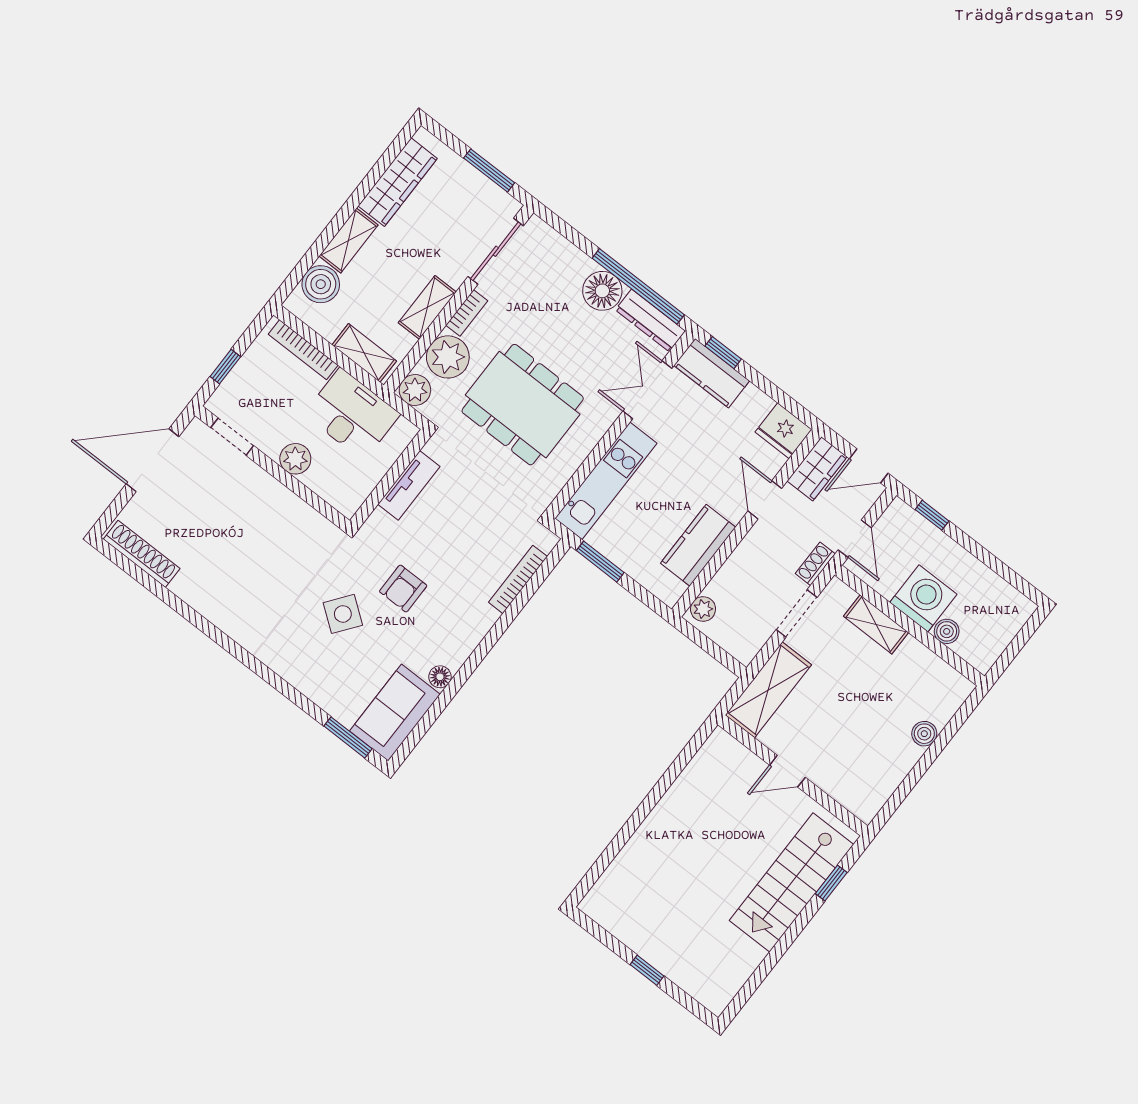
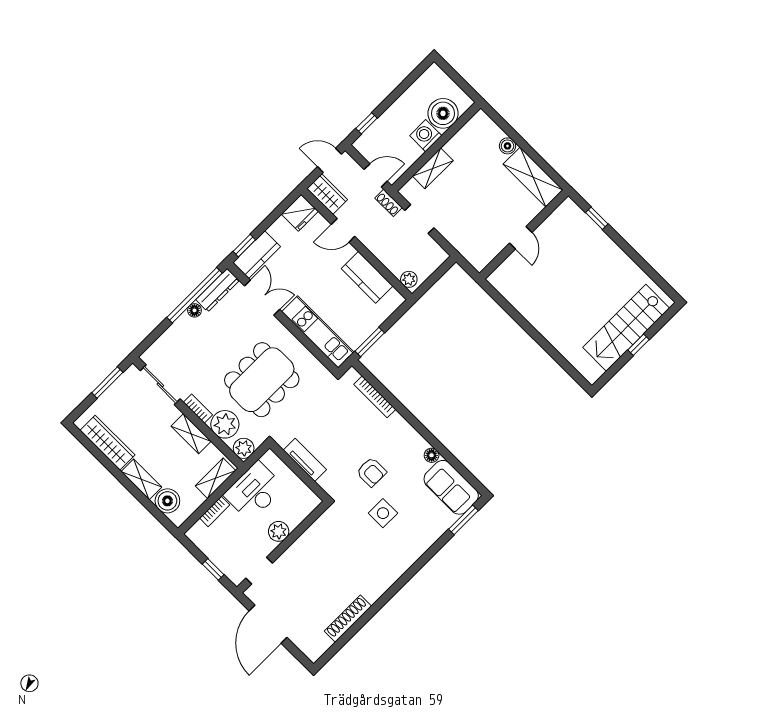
floor lamp: (602, 291) -> (194, 310), width x0.53, depth x0.53
bookcase: (303, 350) -> (215, 511), width x0.64
double door: (647, 390) -> (262, 298), swing flipped
door: (869, 466) -> (329, 160), swing flipped
shoe rack: (142, 554) -> (348, 619), moved
washing machine: (923, 598) -> (426, 136), width x0.73, depth x0.73
side table: (343, 614) -> (383, 513), turned -37
boiler: (947, 631) -> (443, 113), width x1.86, depth x1.86
shelving: (768, 690) -> (533, 177), moved
stairs: (791, 882) -> (626, 328), moved, turned 90

